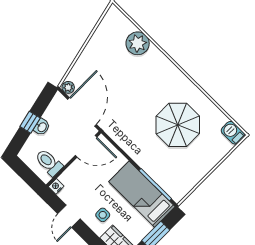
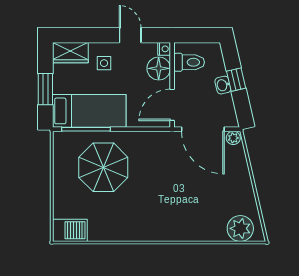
plant: (138, 43) -> (240, 228), moved
parasol: (178, 125) -> (103, 167), moved
barbecue: (233, 133) -> (70, 230), width x1.38, depth x1.27
floor lamp: (72, 177) -> (159, 68), added

